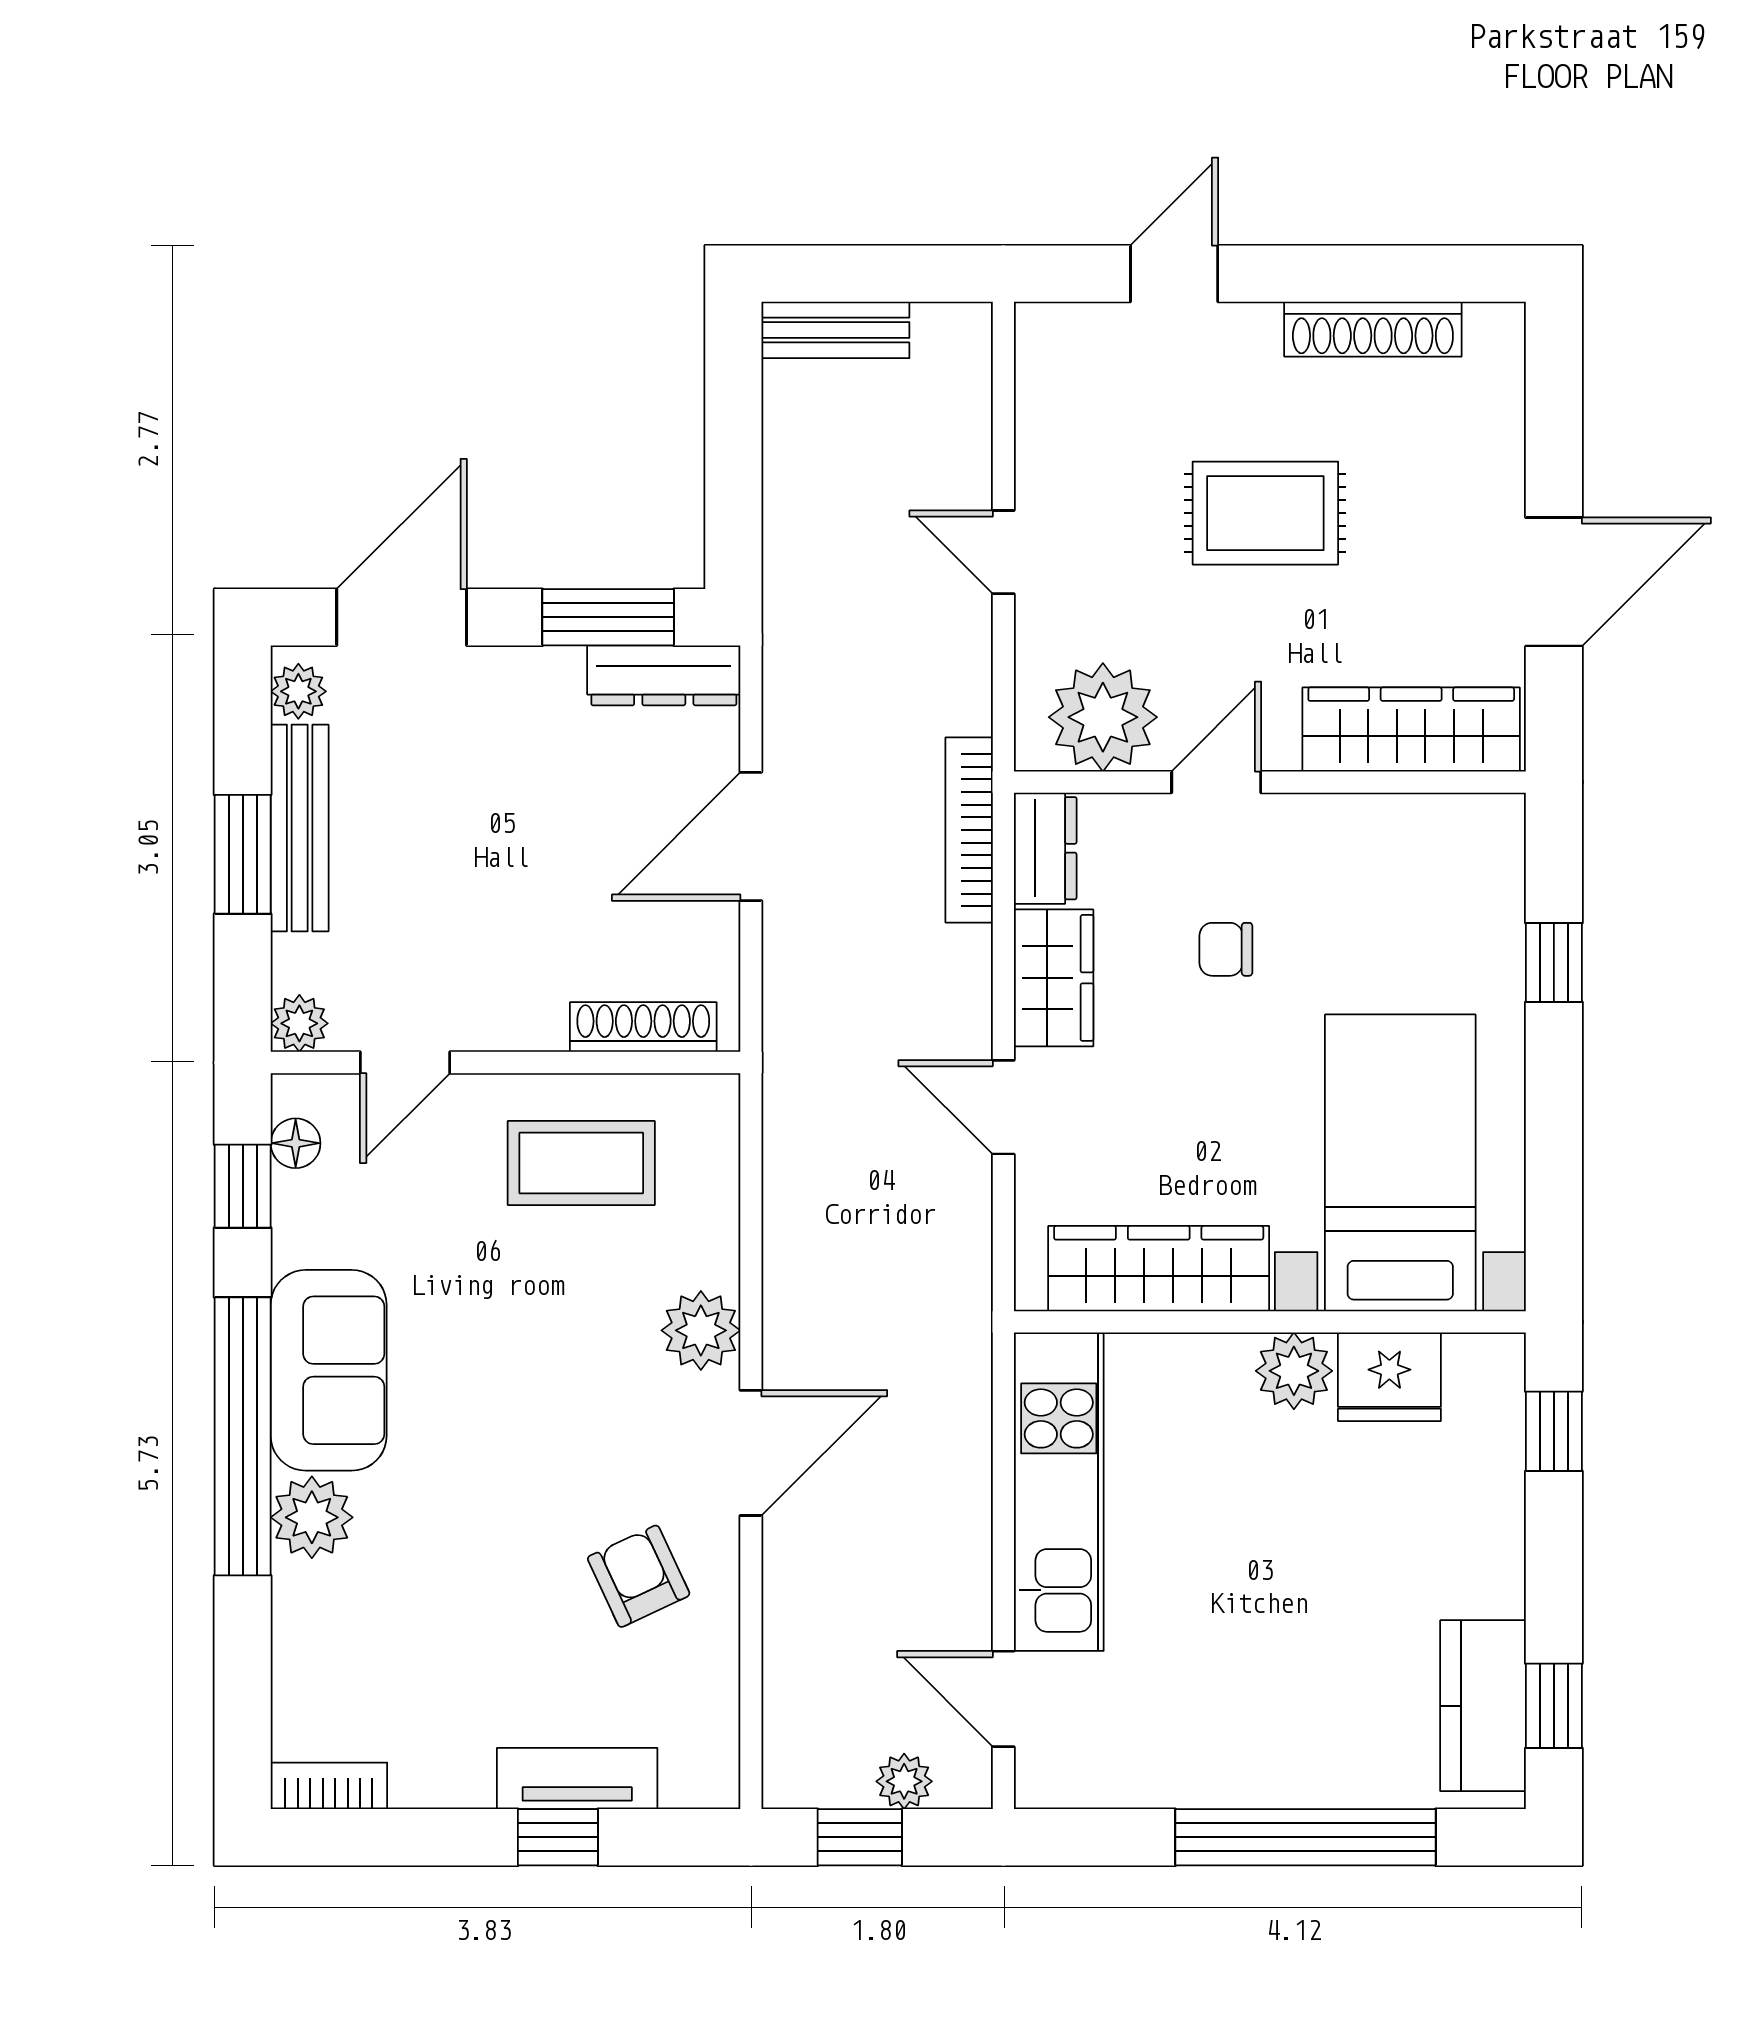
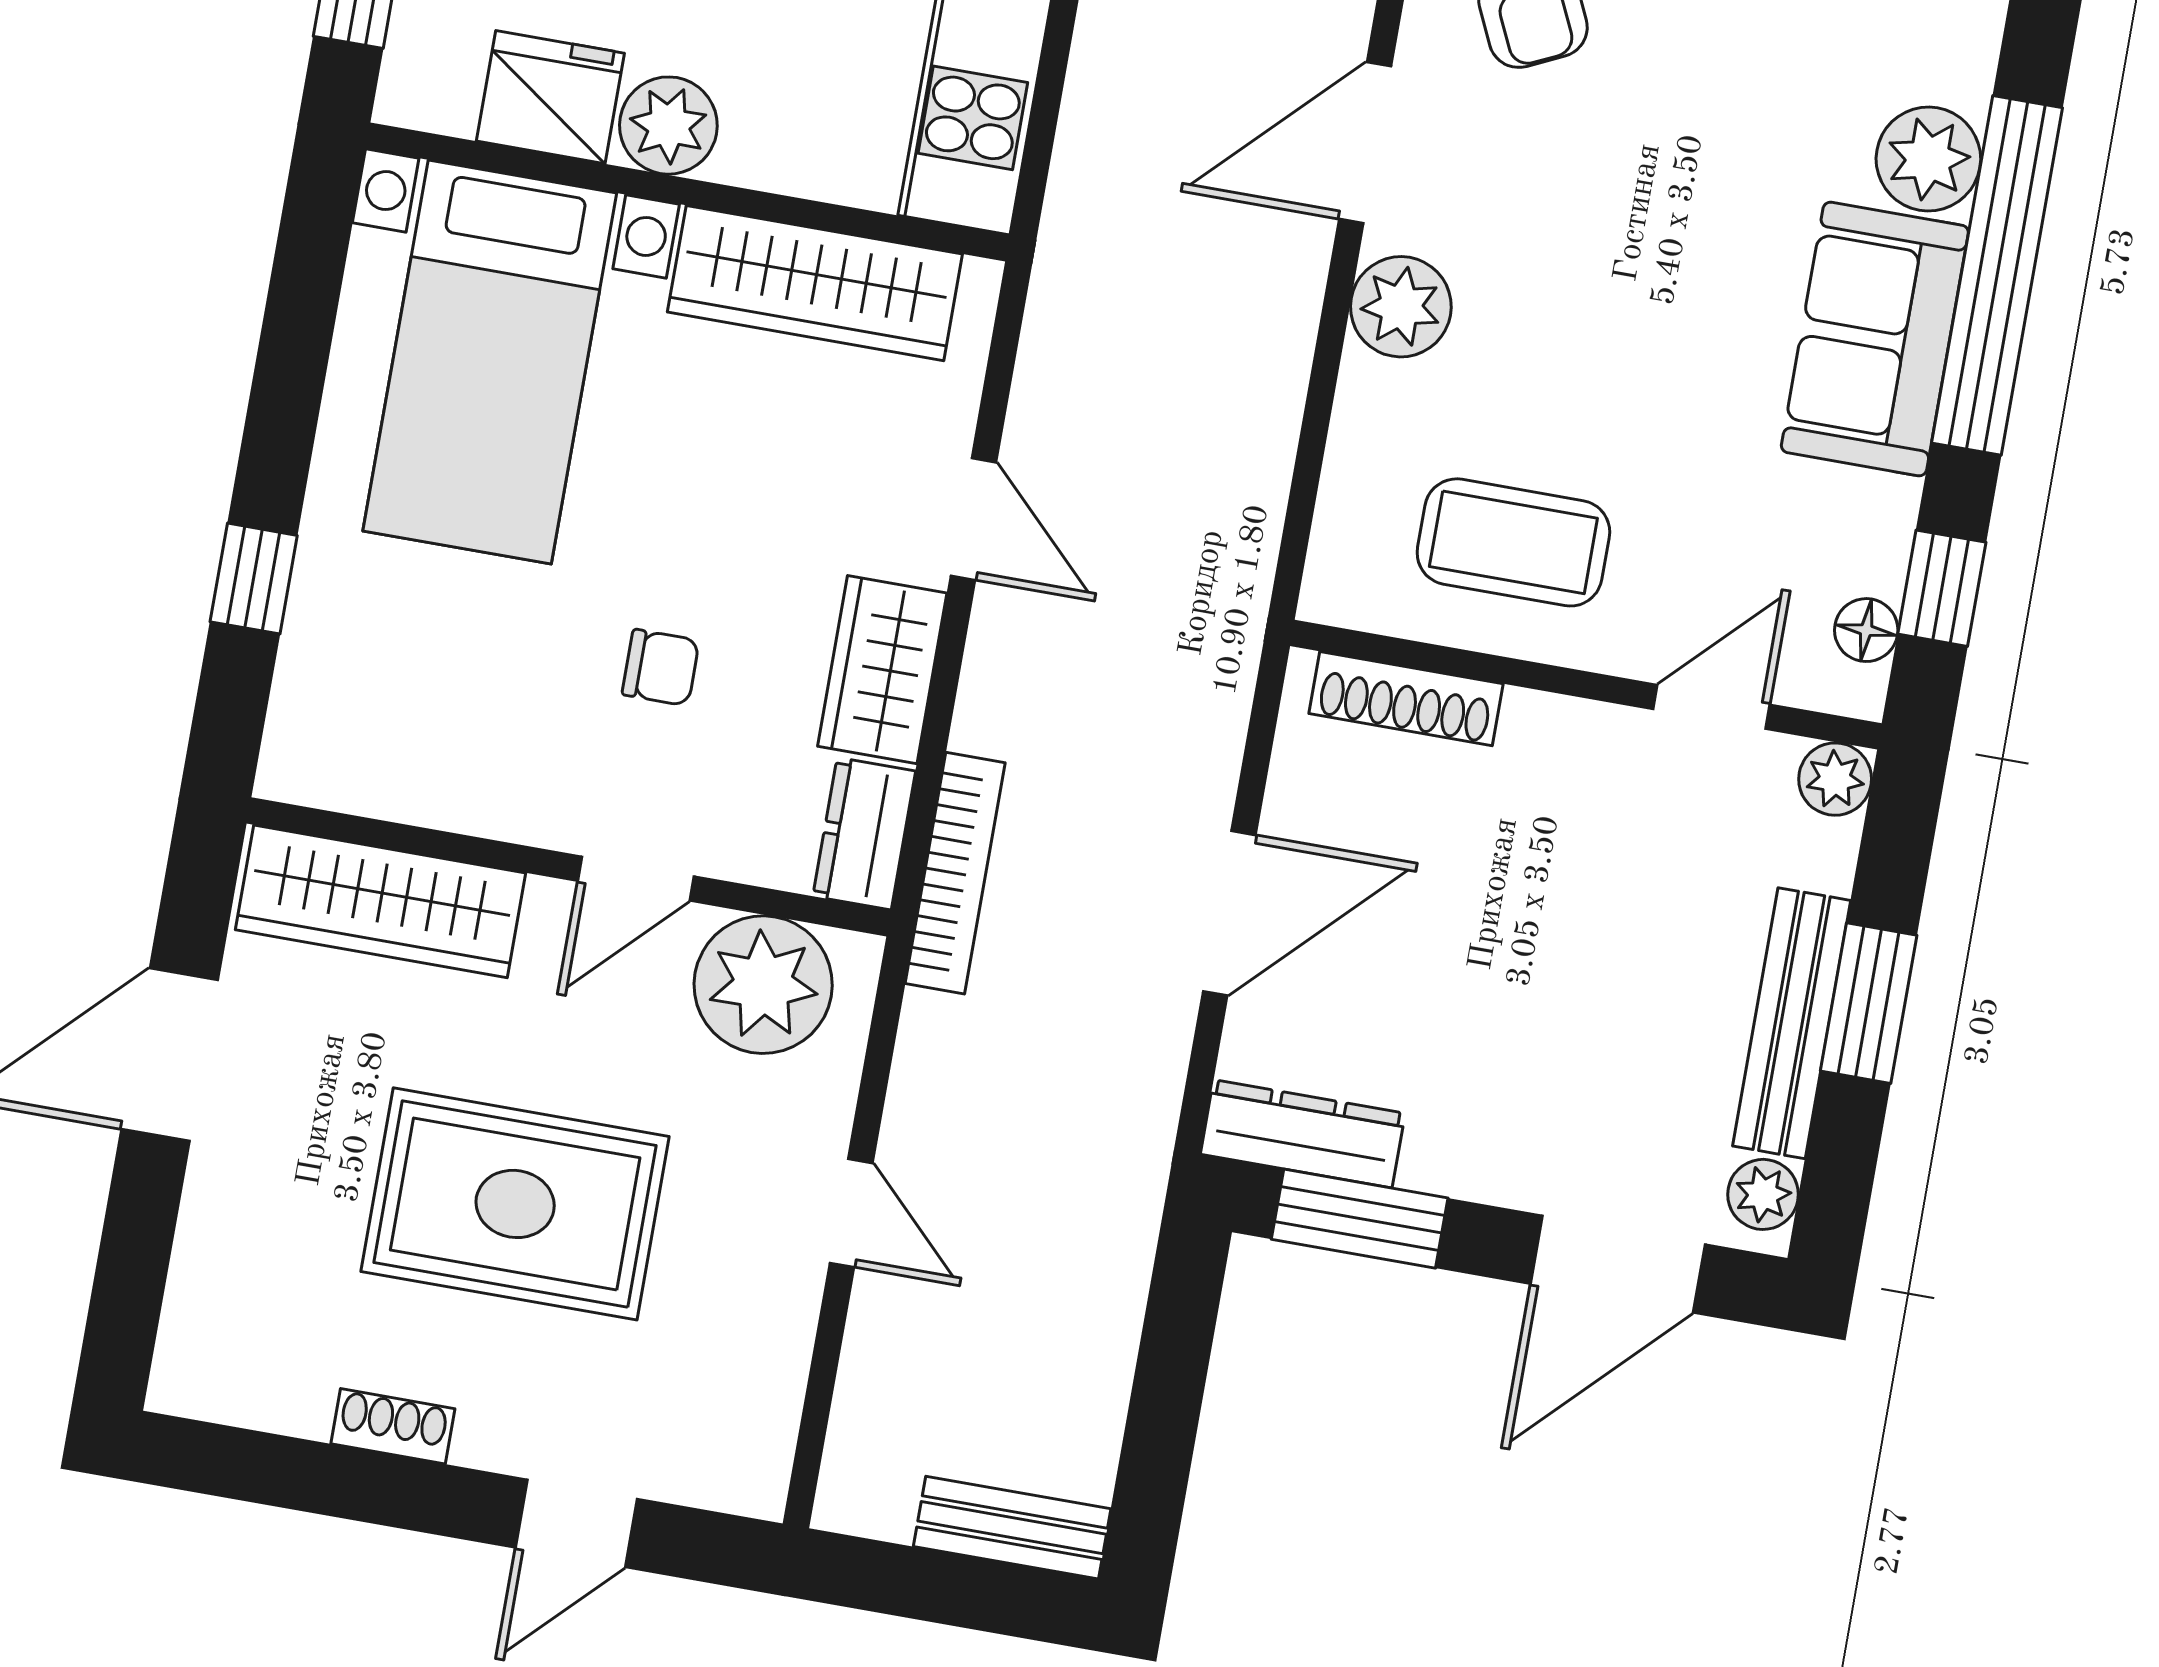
shoe rack: (1373, 329) -> (393, 1426), width x0.51, depth x0.81
rug: (1265, 513) -> (515, 1204), width x1.36, depth x1.43

